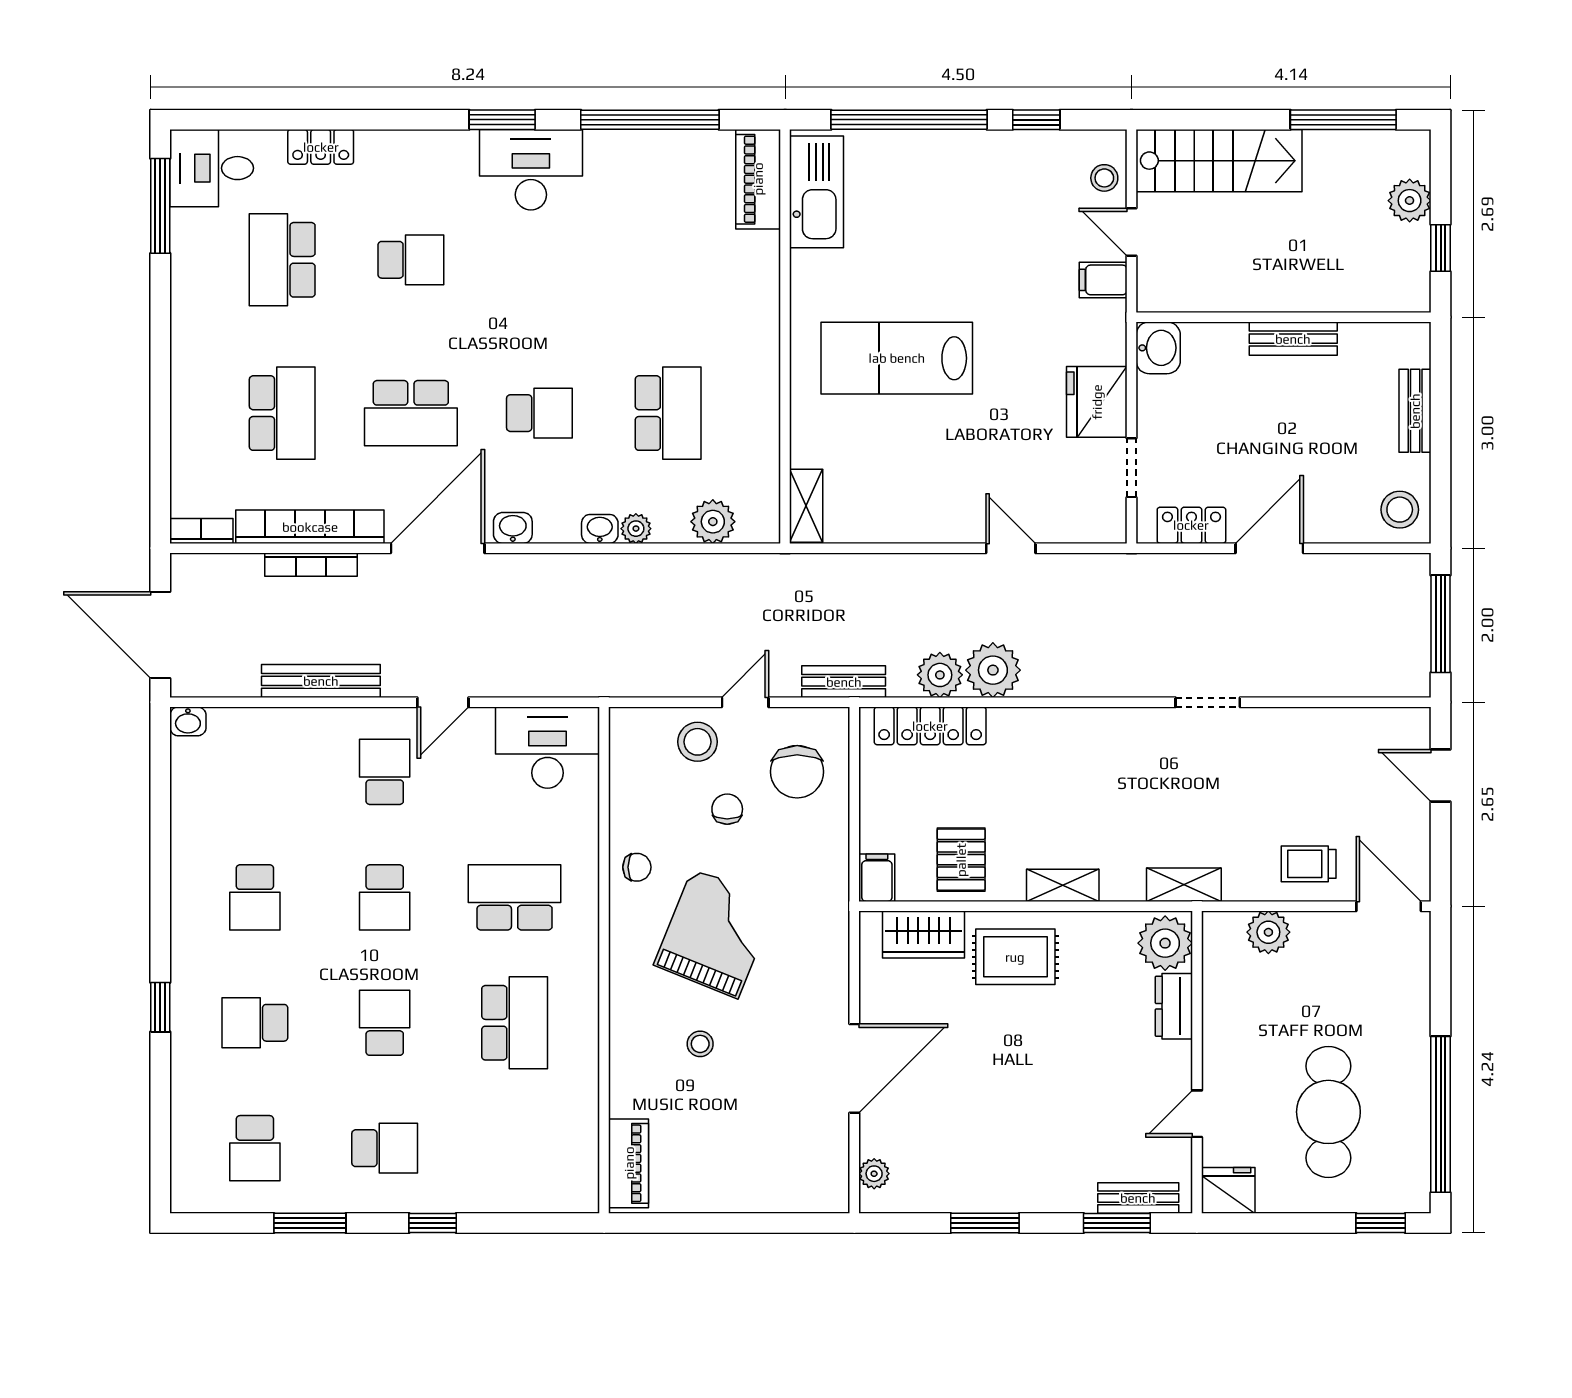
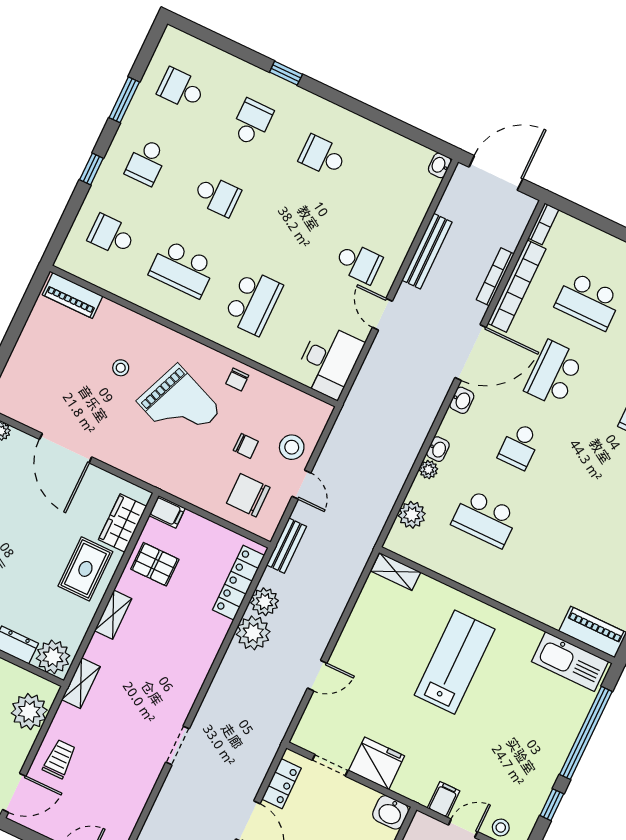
door: (438, 548) -> (471, 352), hinge flipped
school desk: (385, 897) -> (112, 235), moved
plant: (1268, 932) -> (29, 712), width x1.36, depth x1.36

